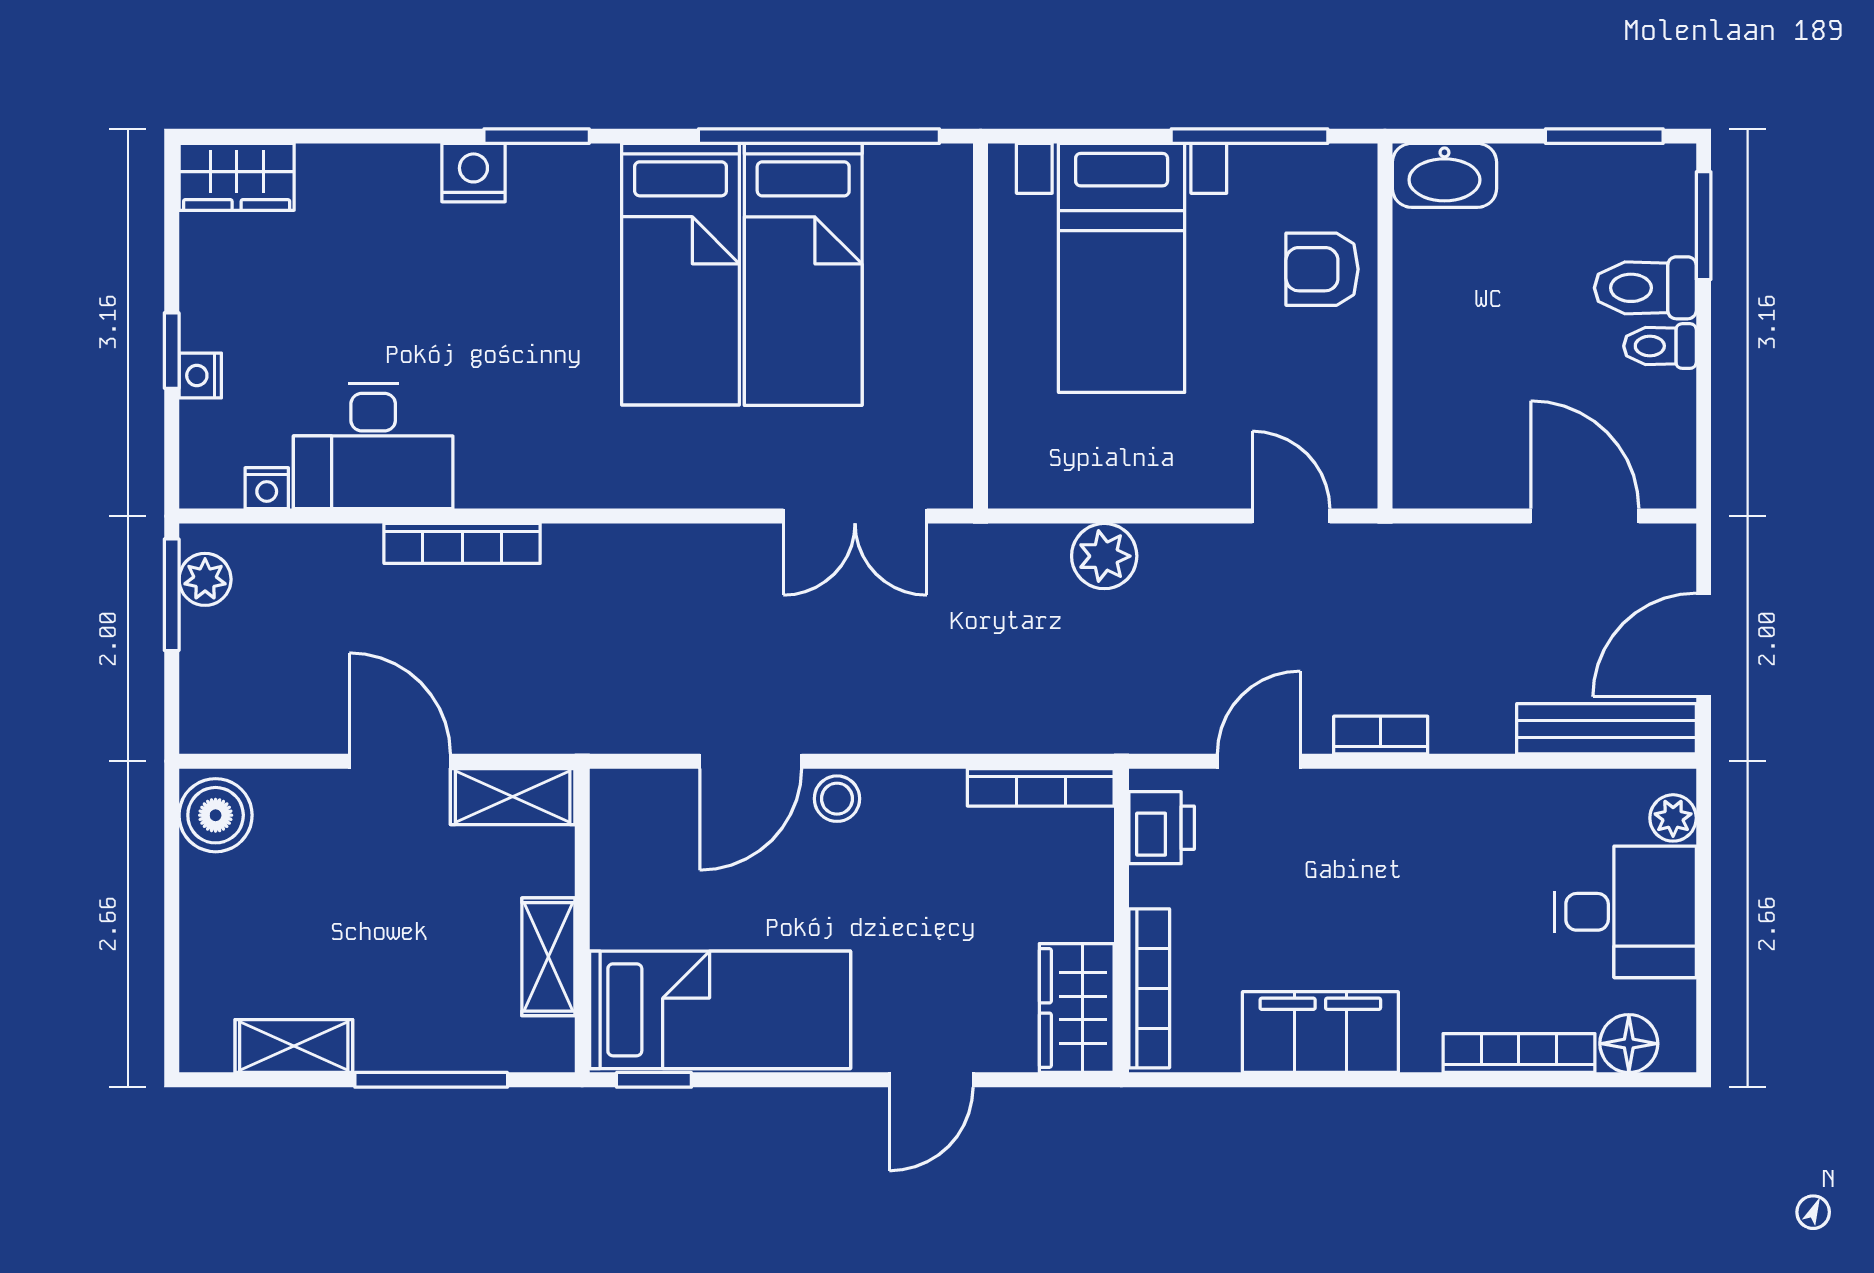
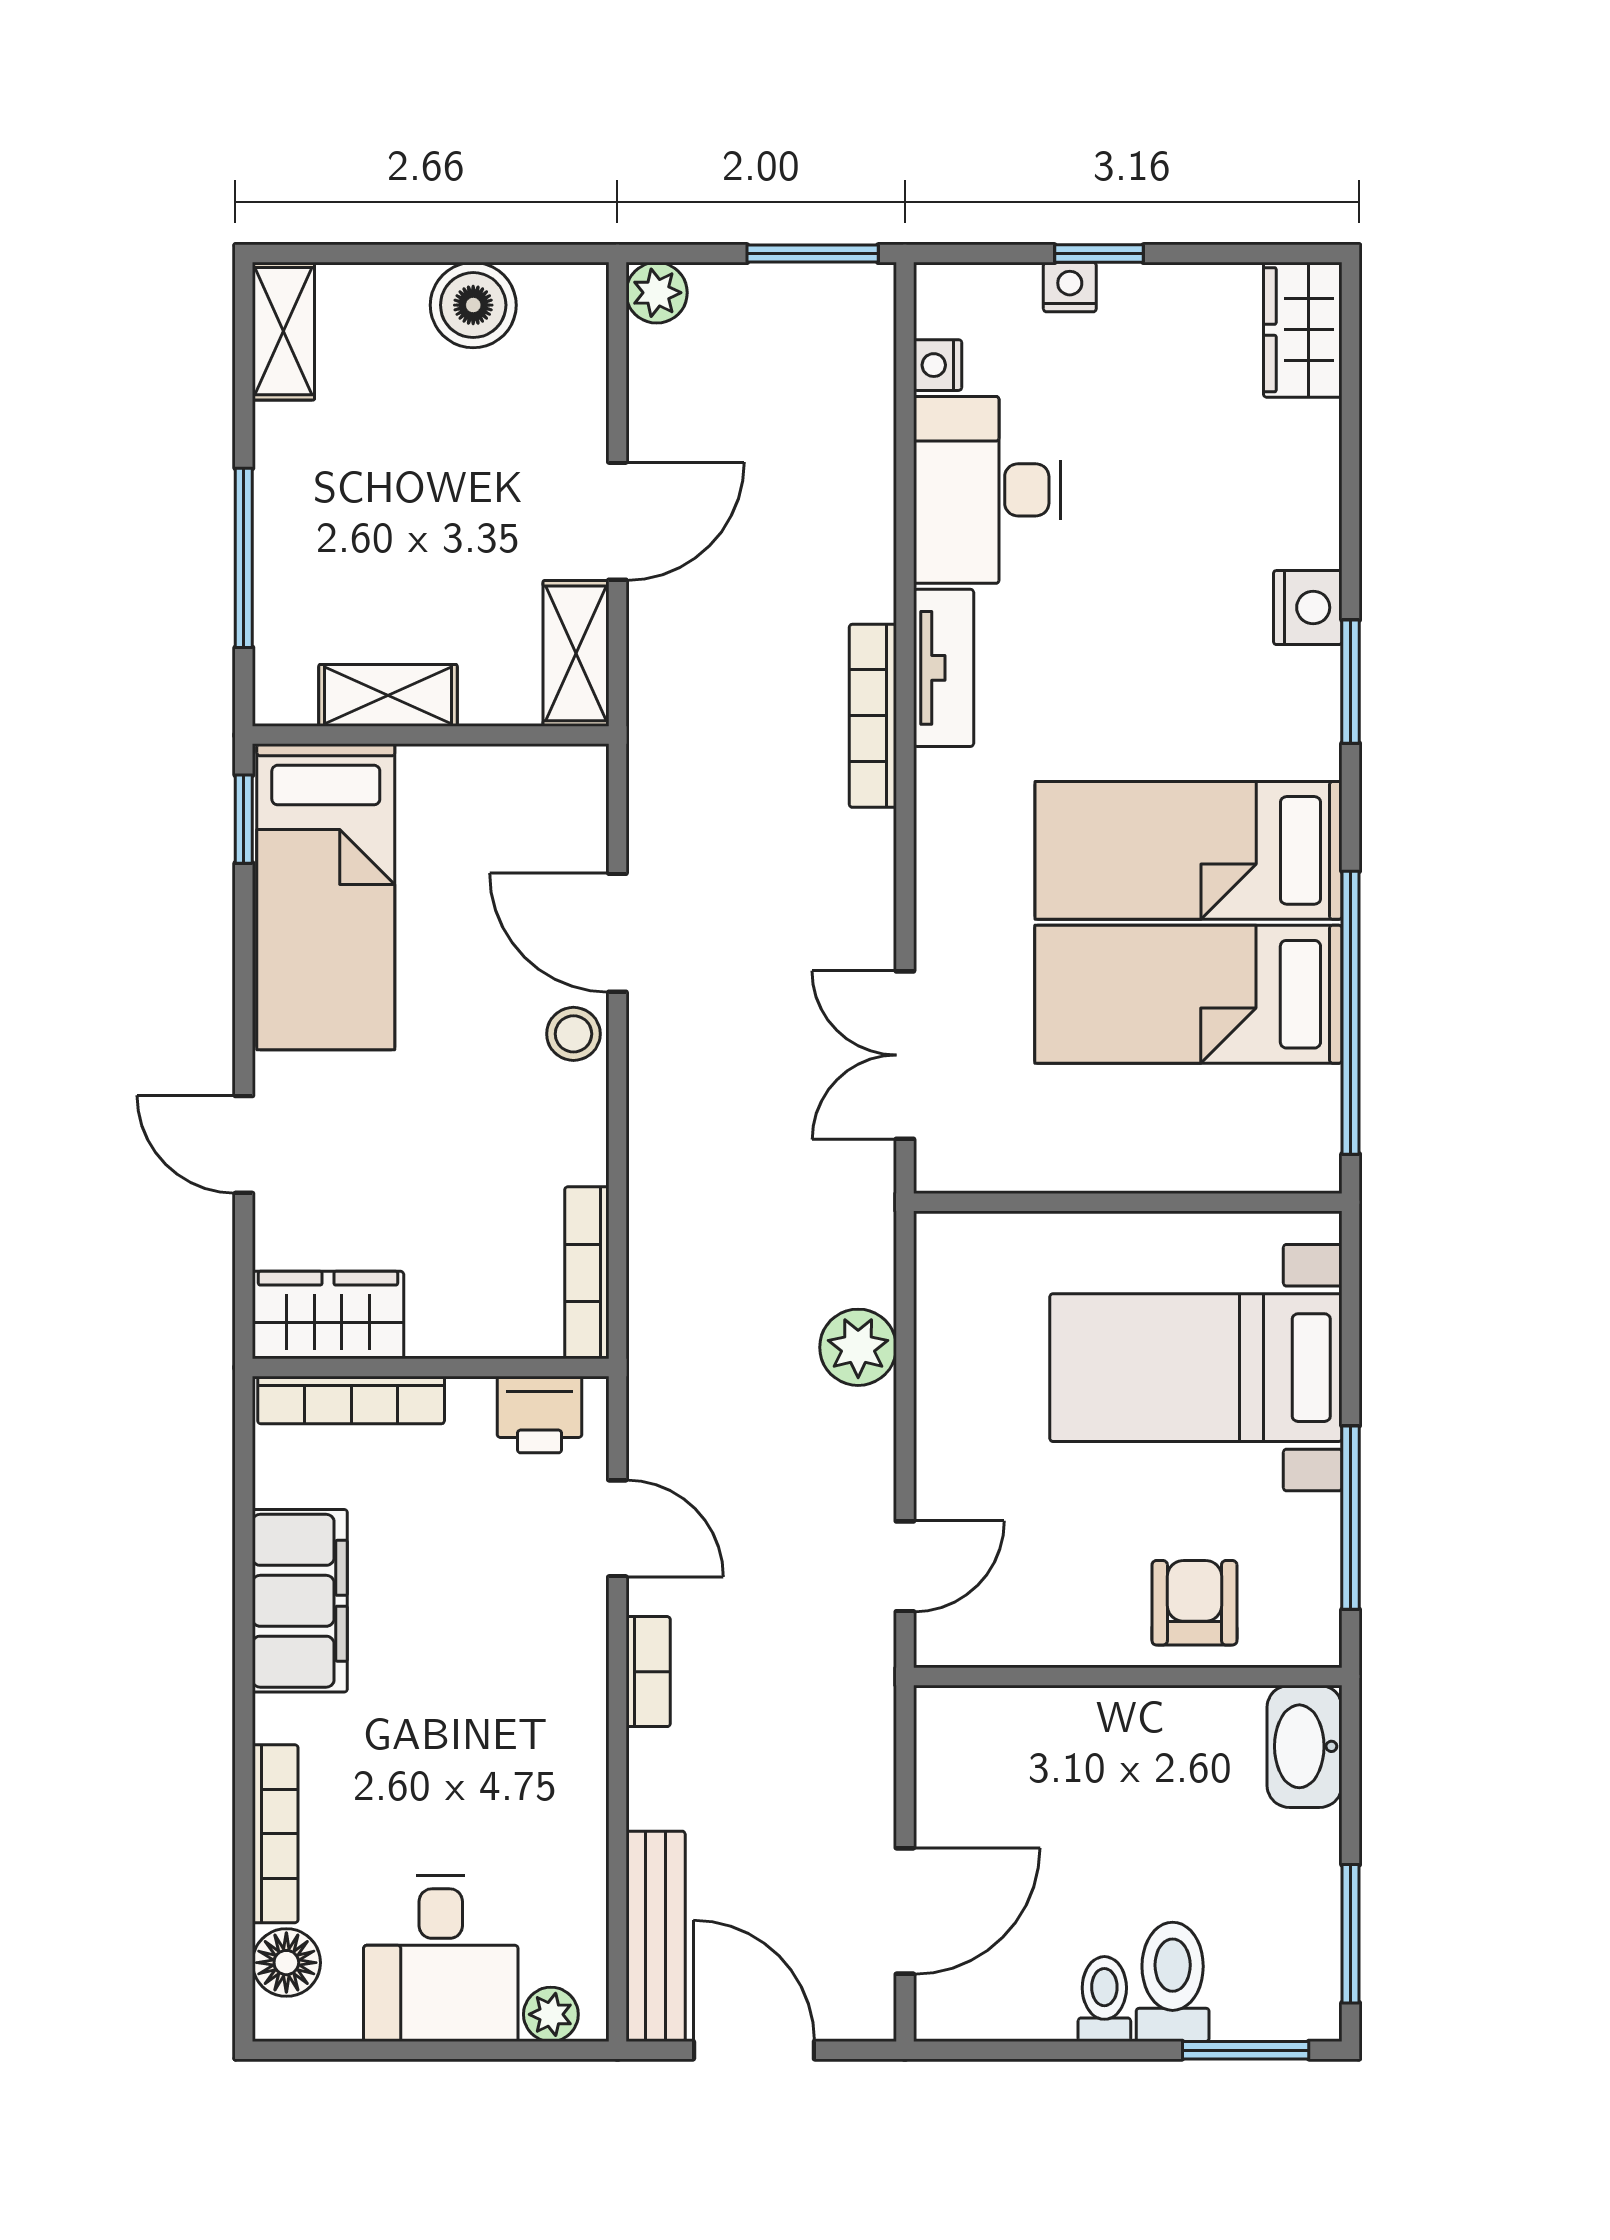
tv unit: (525, 483) -> (944, 668), added
bookcase: (462, 543) -> (873, 716), moved
plant: (205, 579) -> (657, 293), moved
boiler: (216, 815) -> (473, 305), moved
shelving: (294, 1046) -> (283, 331), moved

